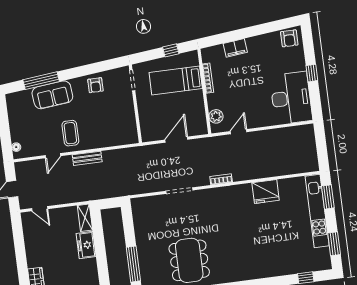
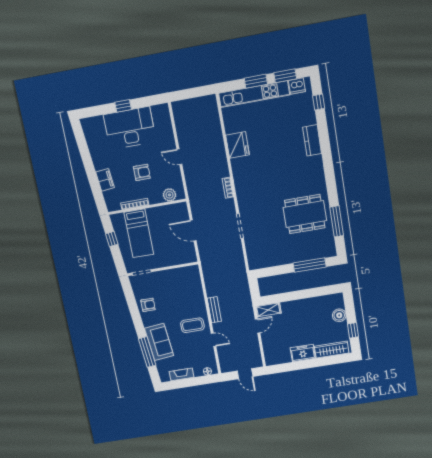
armchair: (289, 38) -> (142, 172), moved
desk: (291, 98) -> (130, 128), moved
fireplace: (14, 118) -> (182, 374), added
door: (239, 132) -> (179, 157), moved
window: (328, 197) -> (256, 81), moved
door: (40, 209) -> (257, 326), moved
freezer: (86, 245) -> (303, 353), moved, turned 180
dishwasher: (323, 256) -> (297, 86), added
kitchen counter: (267, 270) -> (312, 140), added

